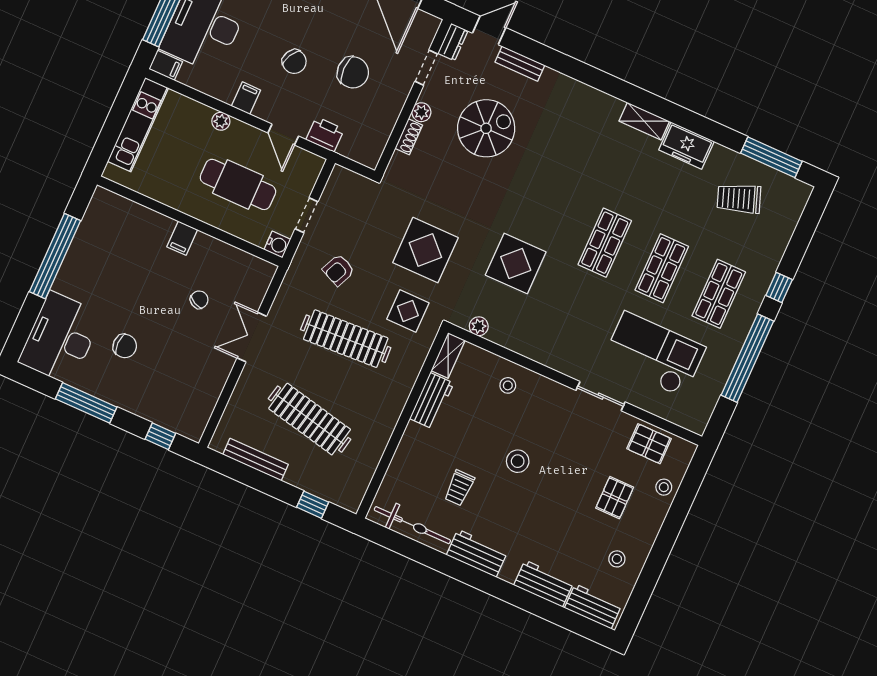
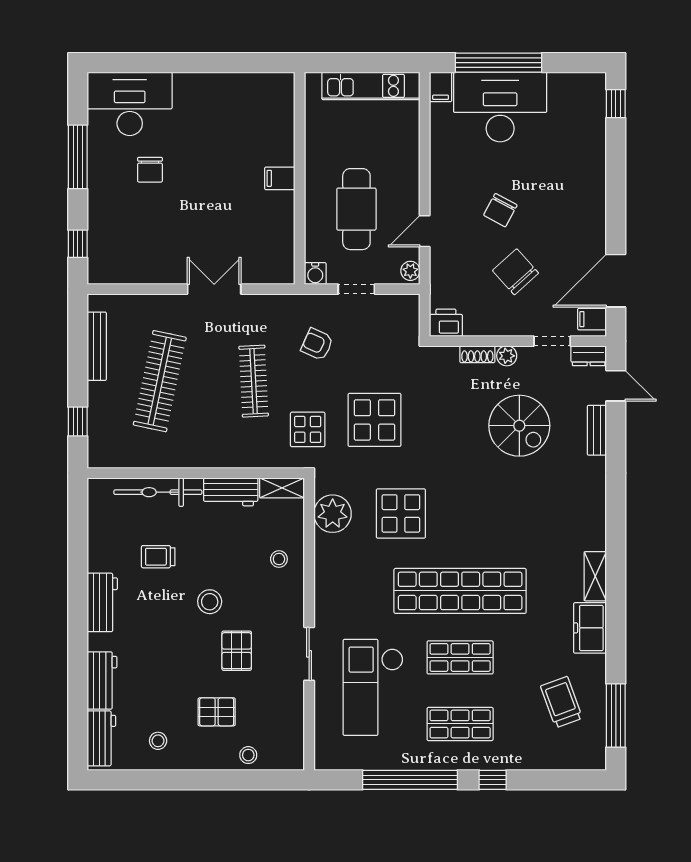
chair: (353, 72) -> (516, 272), turned 138
filing cabinet: (246, 98) -> (592, 319), moved, turned 180
plant: (221, 121) -> (410, 271), moved
printer: (325, 134) -> (446, 323), moved, turned -90
shop shelf: (605, 243) -> (460, 591), width x2.00, depth x1.36
window: (55, 256) -> (207, 63), removed
chair: (199, 300) -> (227, 222), removed
plant: (479, 326) -> (333, 514), width x1.88, depth x1.88
clothes rail: (346, 339) -> (254, 381), width x0.73, depth x0.76
checkout: (654, 354) -> (373, 687), turned 180
pallet: (649, 444) -> (237, 651), moved
bicycle: (412, 525) -> (158, 492), moved, turned 90

